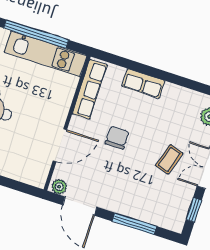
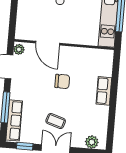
row of seats: (90, 89) -> (14, 120), moved, turned -90

